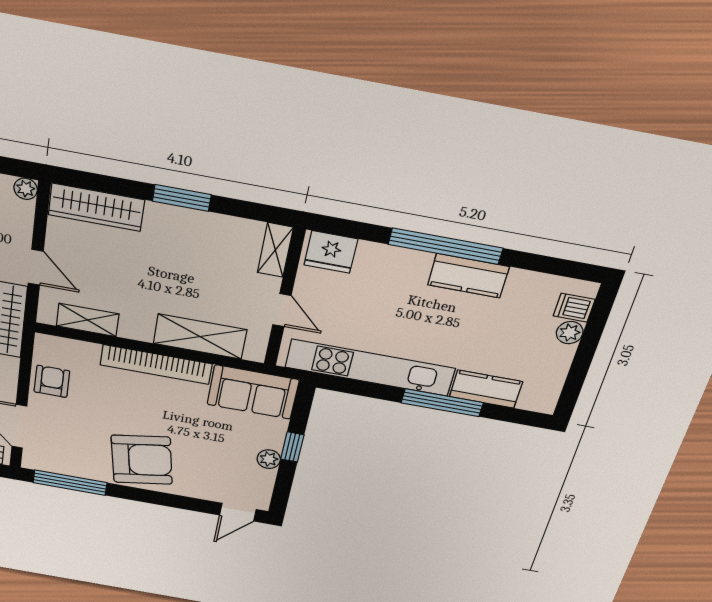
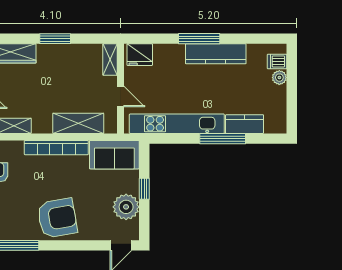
window: (446, 246) -> (199, 39), width x0.68
kitchen counter: (468, 276) -> (216, 54), width x1.50
plant: (269, 459) -> (126, 207), width x1.88, depth x1.88

